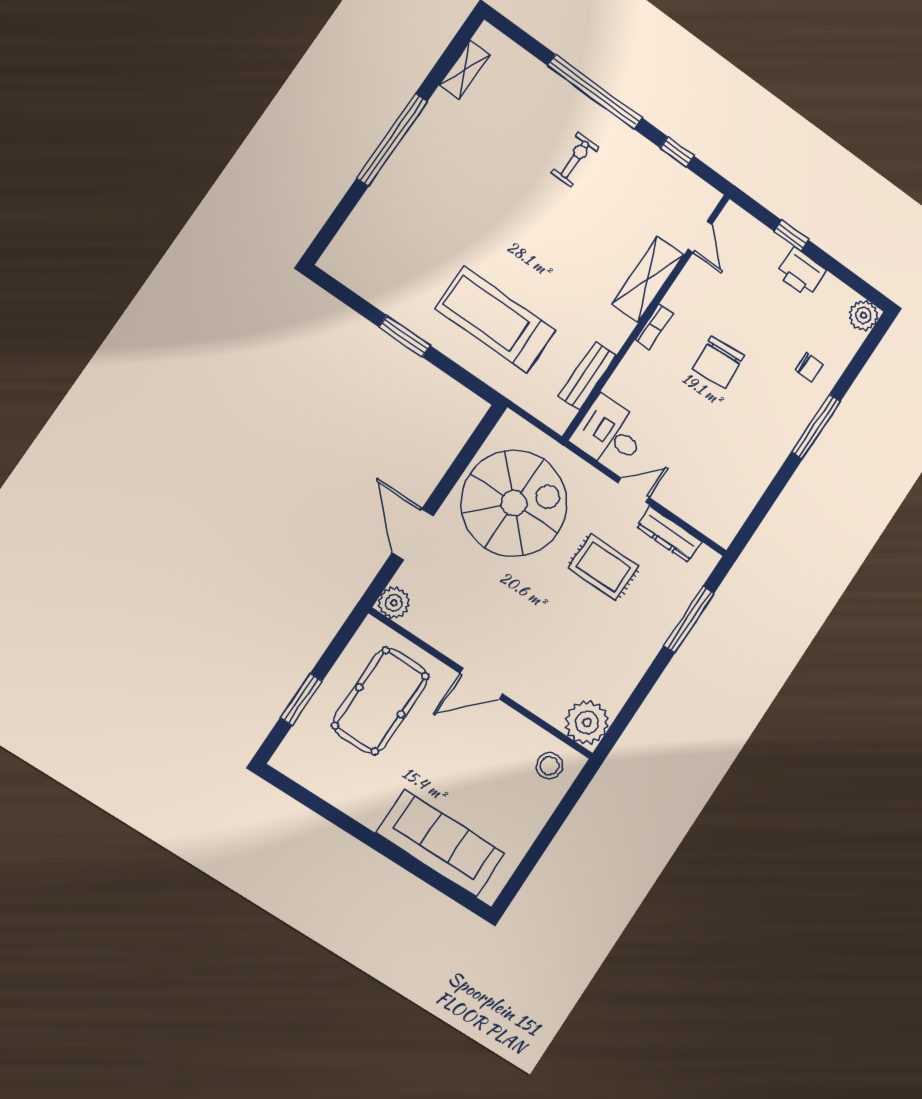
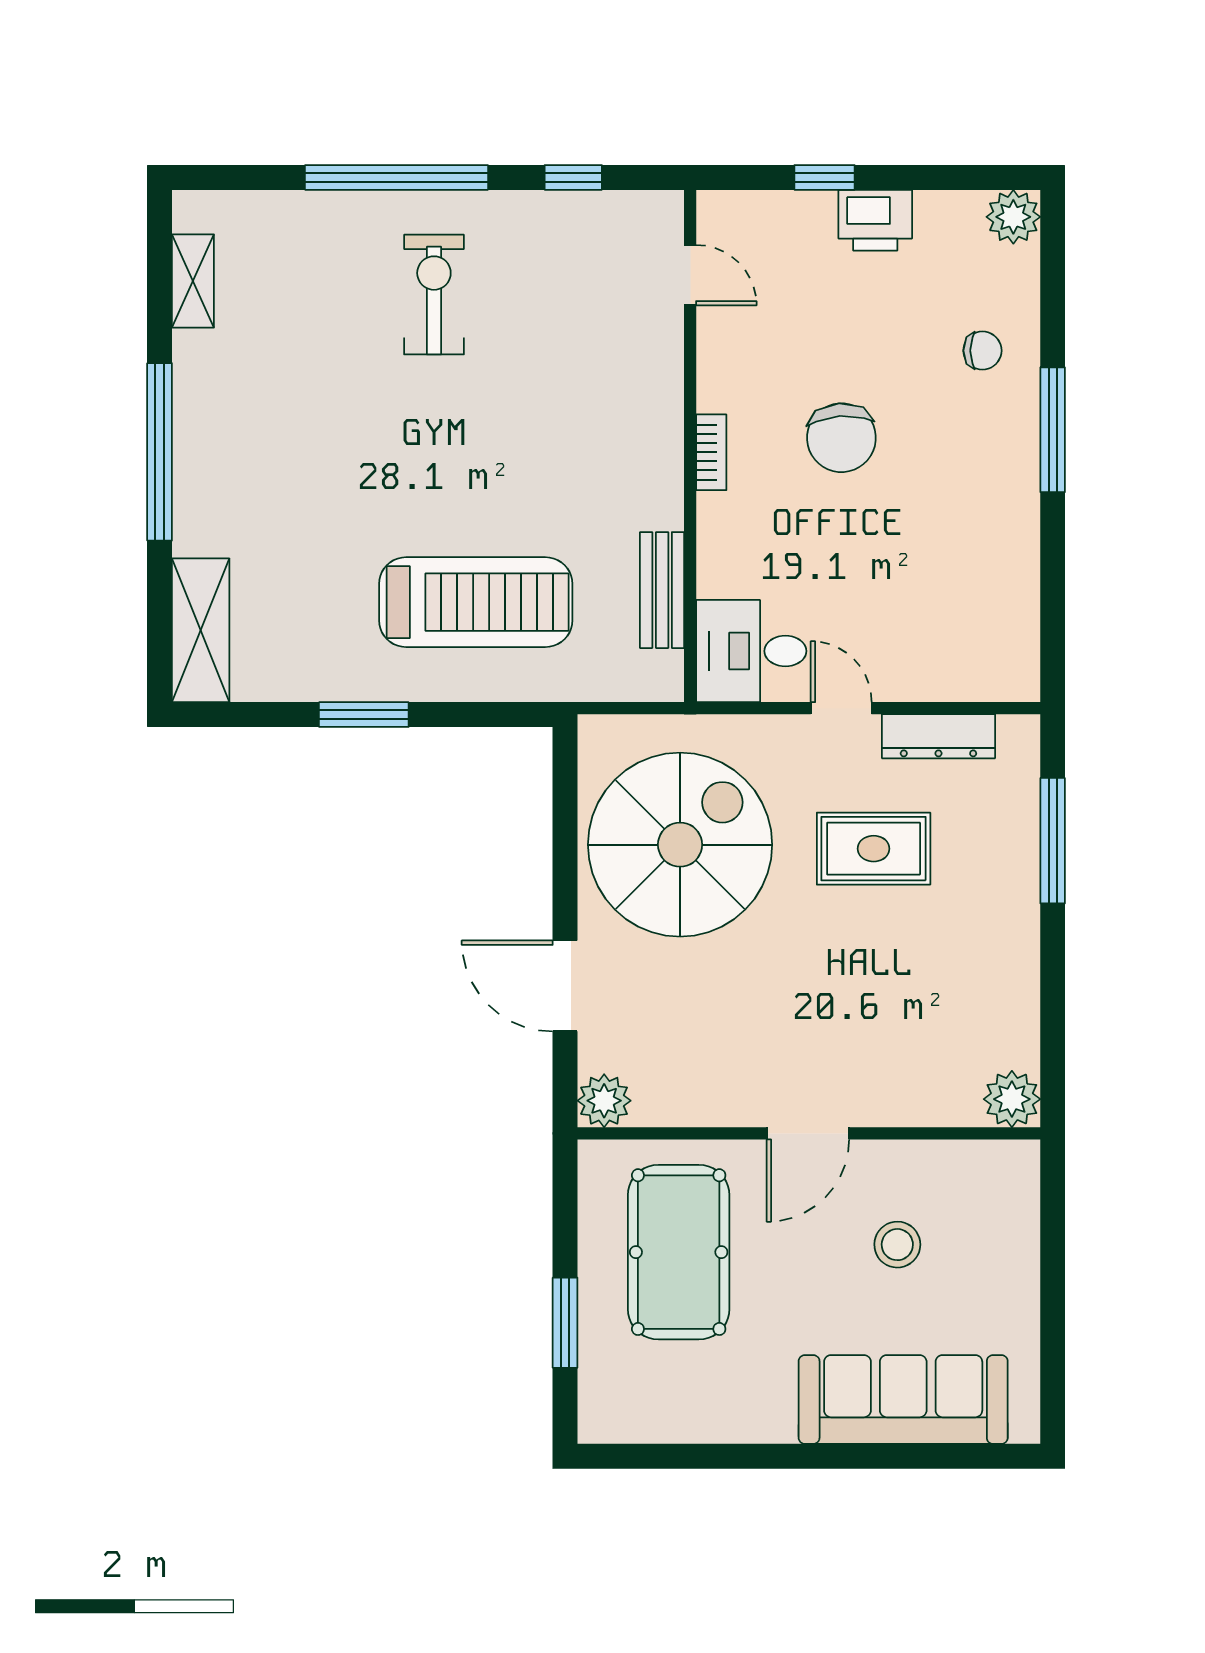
exercise bike: (575, 160) -> (434, 295), width x1.38, depth x1.39
shelving: (648, 279) -> (201, 630), moved
treadmill: (495, 320) -> (476, 602), turned 180
door: (633, 490) -> (841, 708), hinge flipped
plant: (587, 722) -> (1012, 1099), width x0.73, depth x0.73
stool: (549, 766) -> (897, 1245), moved

